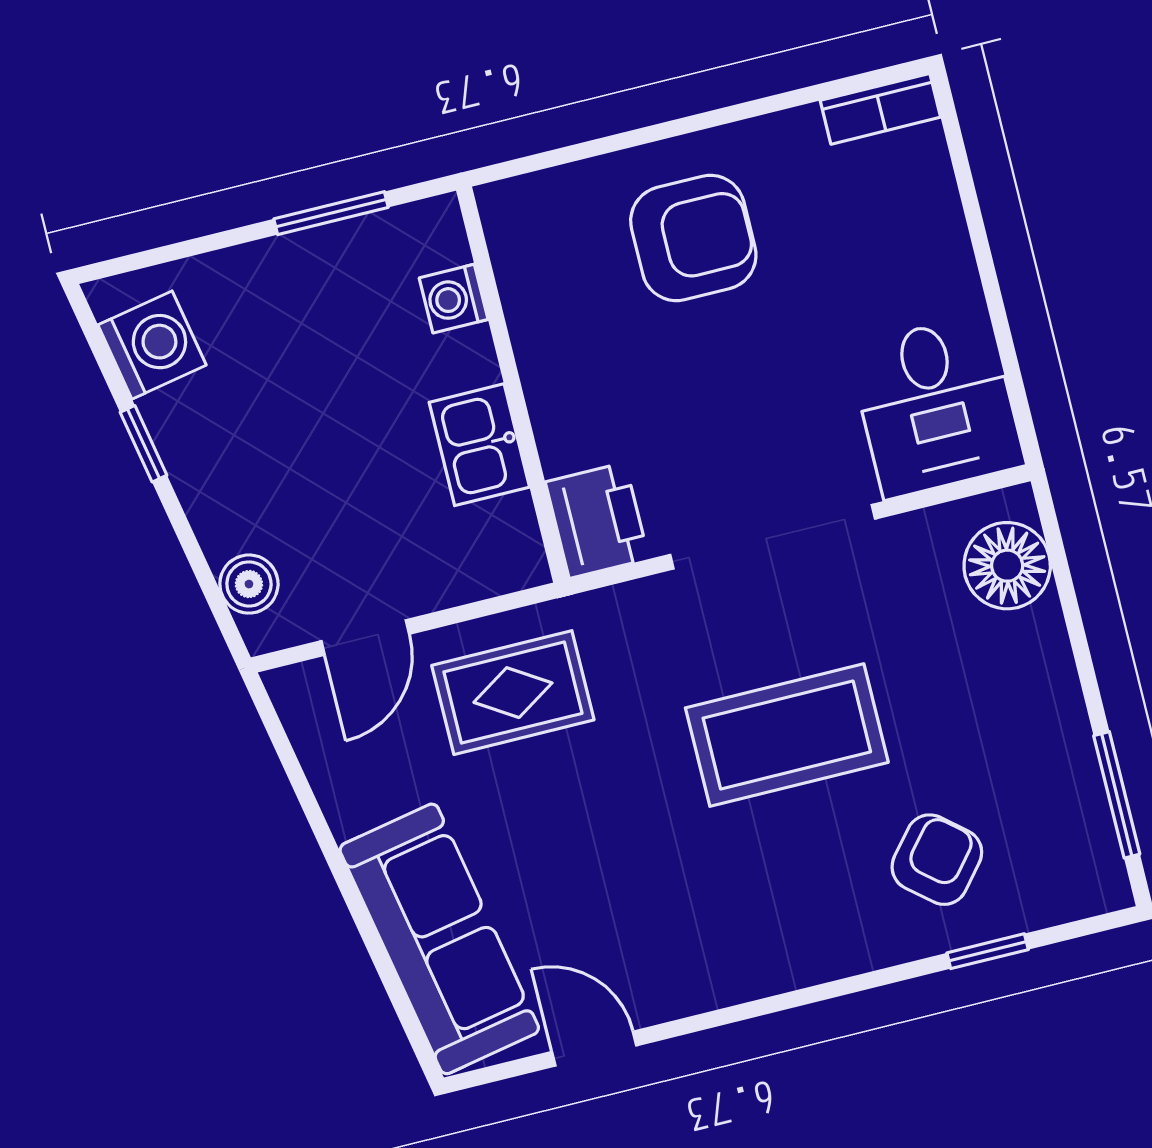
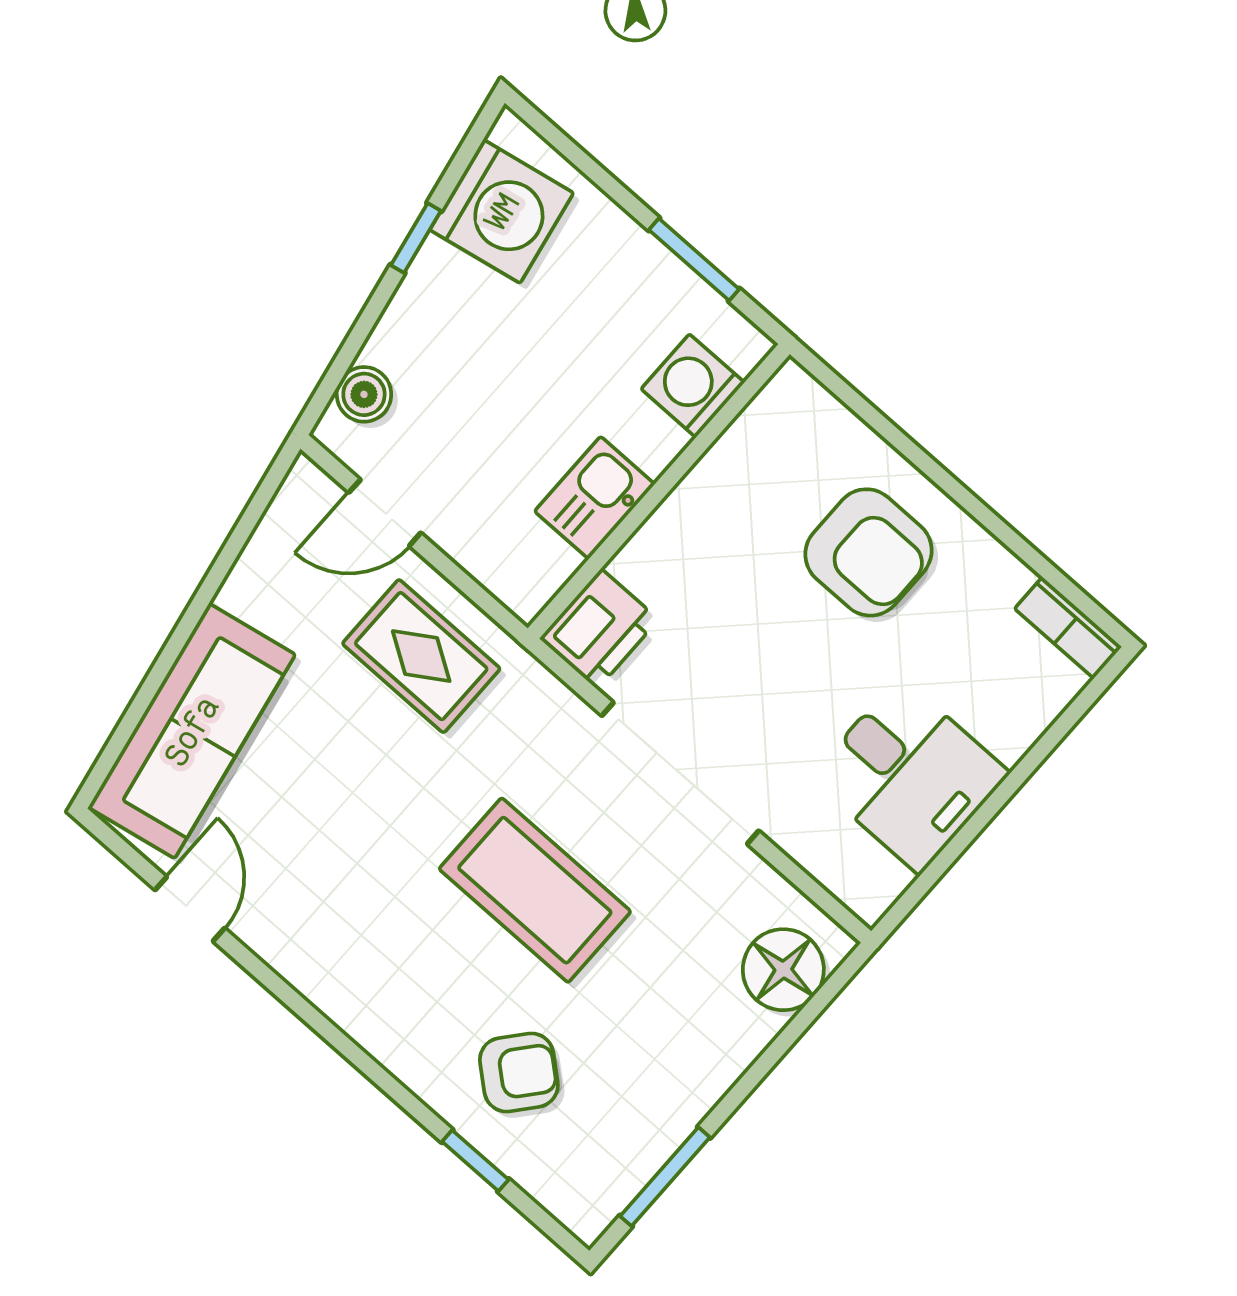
washing machine: (454, 299) -> (693, 386), width x1.38, depth x1.38
washing machine: (152, 345) -> (502, 211), width x1.37, depth x1.37
desk: (936, 406) -> (909, 775), moved, turned -90

